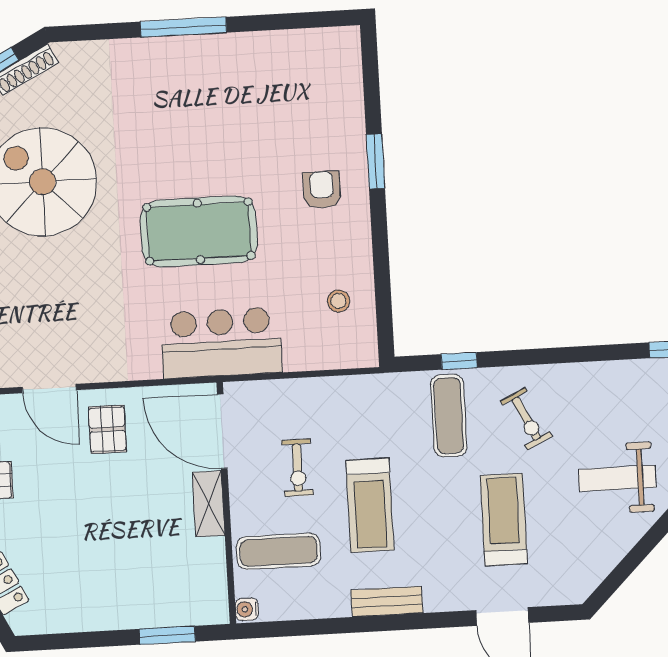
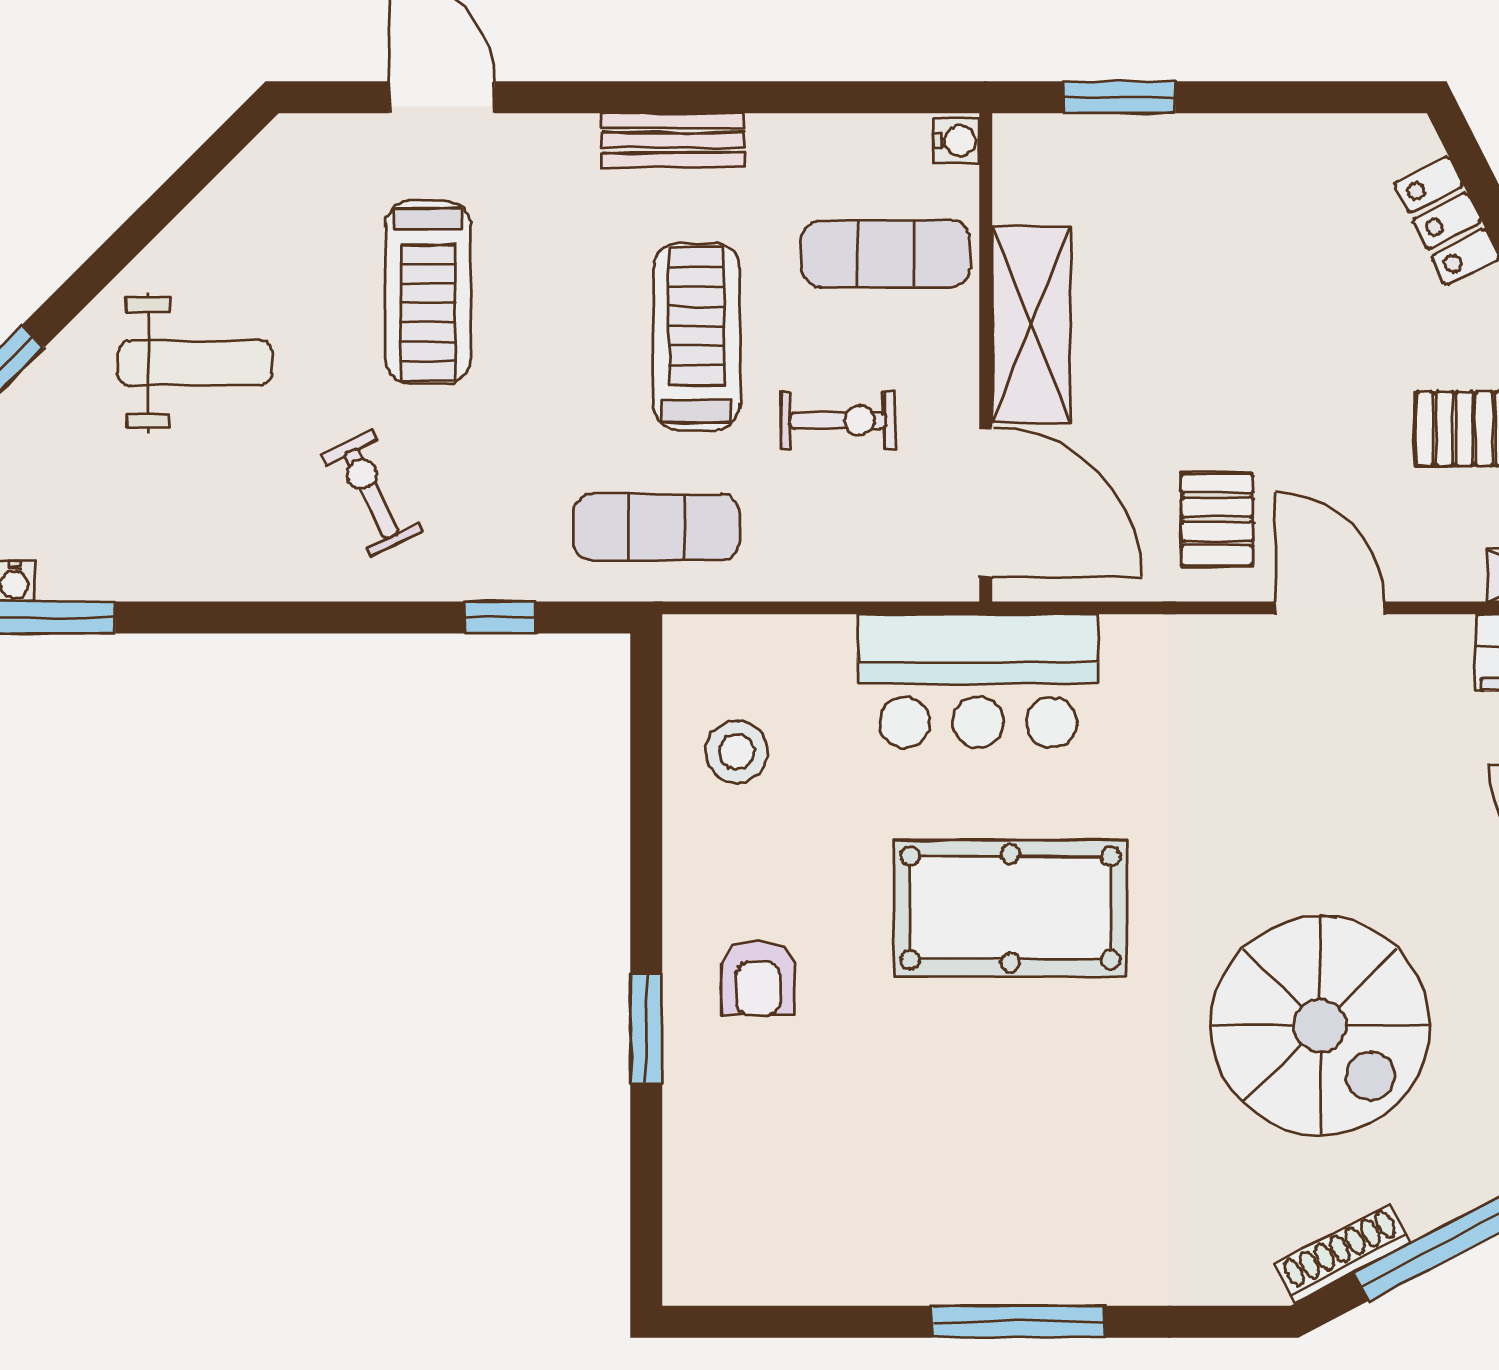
stool: (338, 301) -> (737, 752), width x1.37, depth x1.37
exercise mat: (449, 416) -> (656, 527), moved, turned 90
exercise bike: (298, 468) -> (838, 420), turned 90
shelving: (209, 504) -> (1031, 325), width x1.50, depth x1.33

